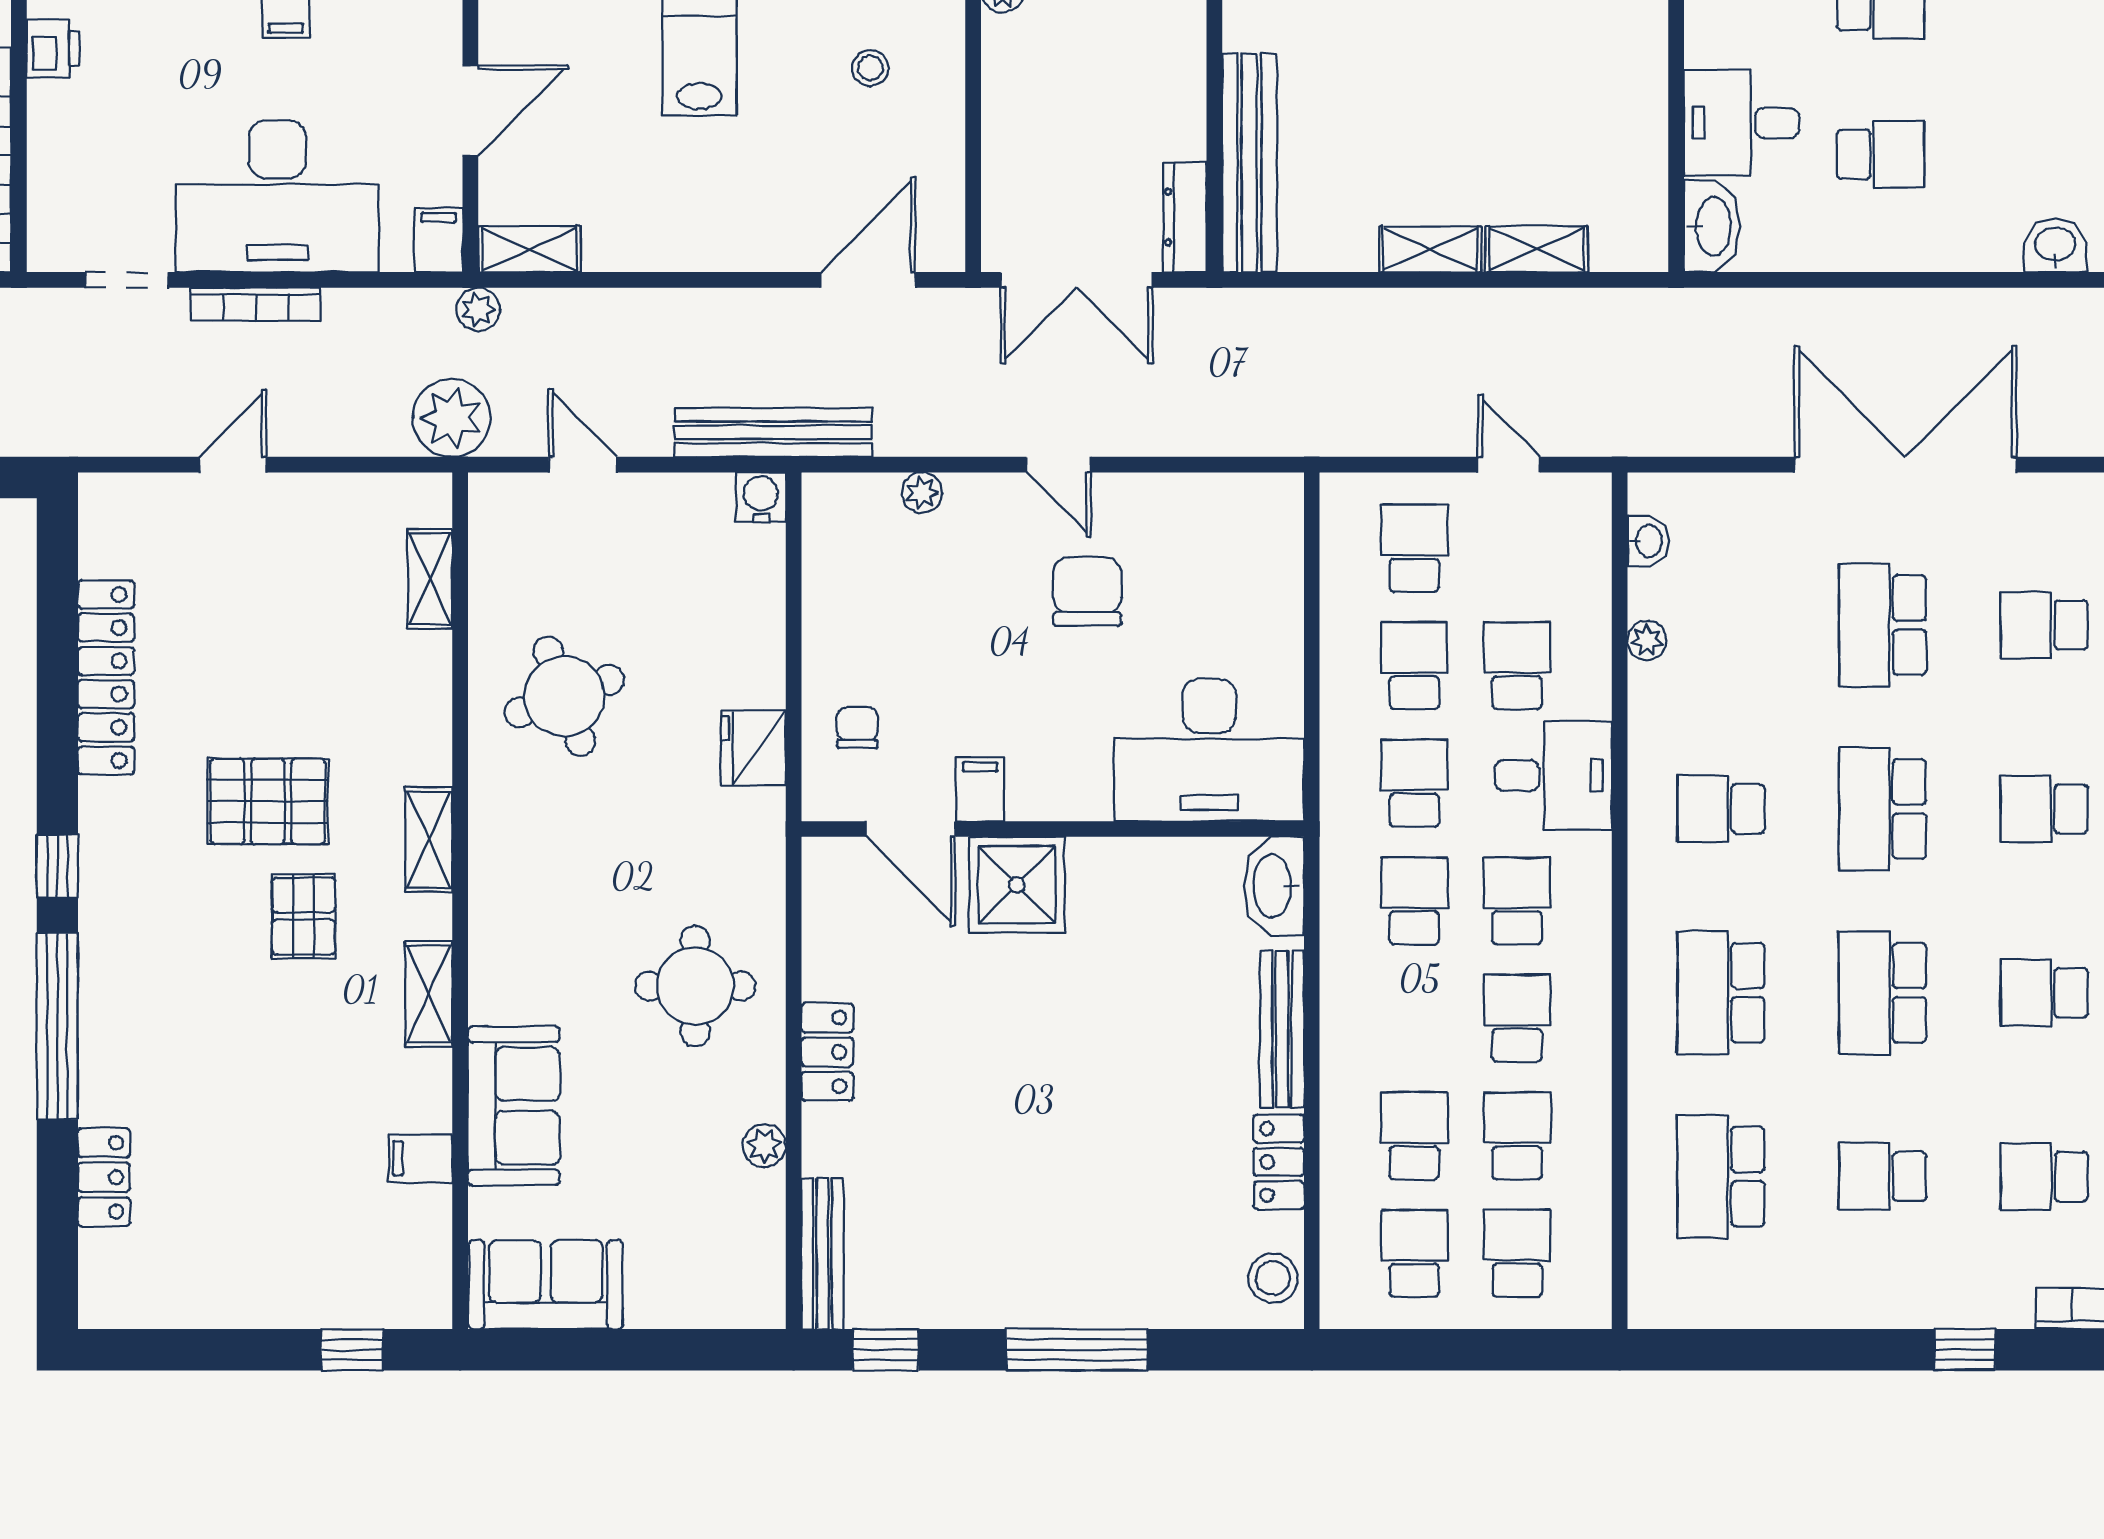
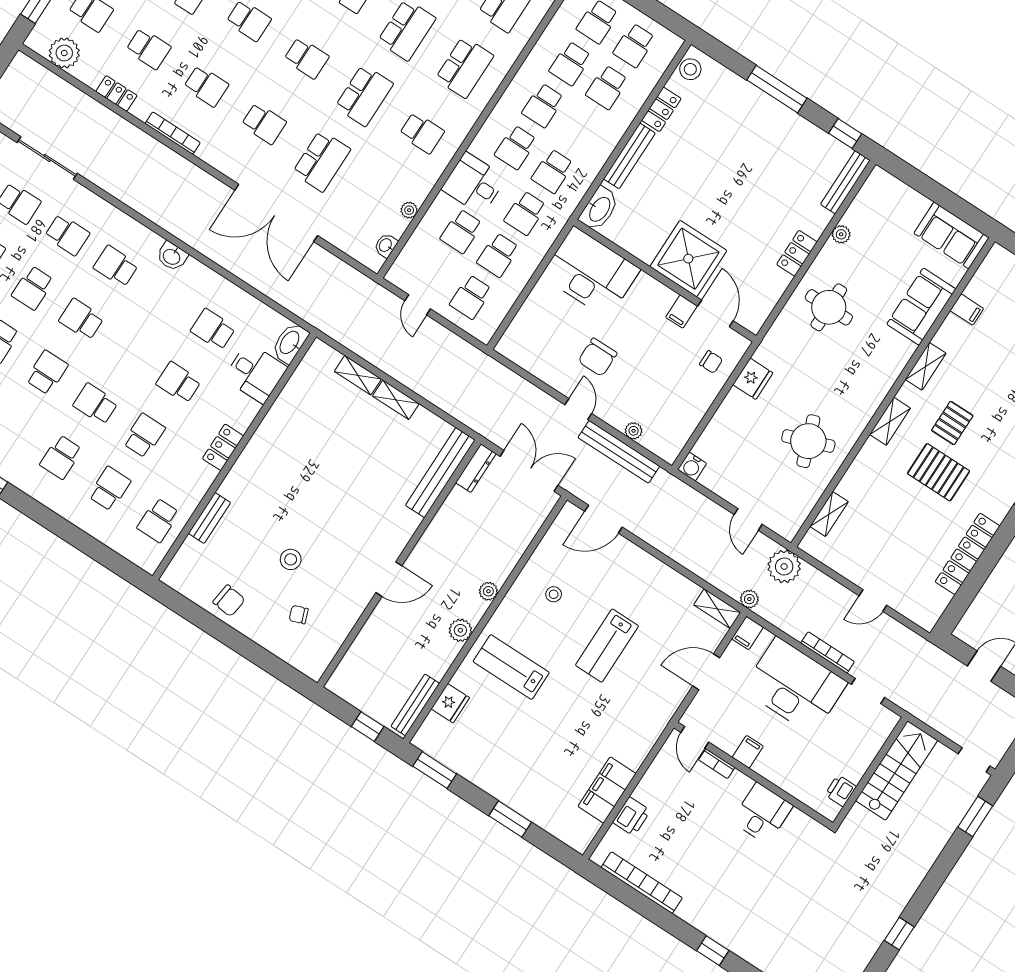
bench: (773, 432) -> (619, 452), moved
chair: (857, 728) -> (711, 362), turned -90
shower: (1017, 885) -> (688, 259), width x1.37, depth x1.37

